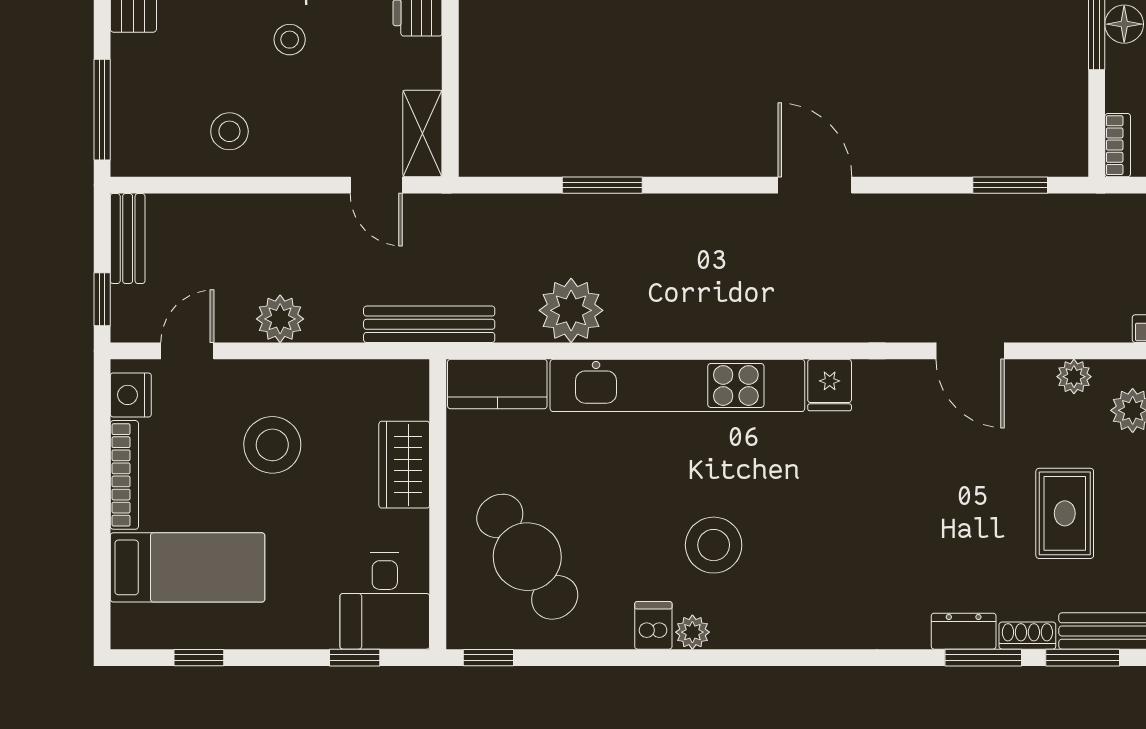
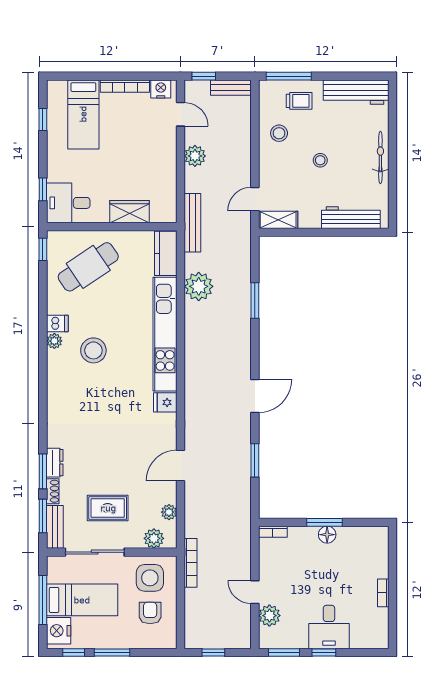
trolley: (157, 87) -> (299, 101), added
window: (1010, 185) -> (255, 460), moved
stool: (272, 445) -> (138, 152), removed

